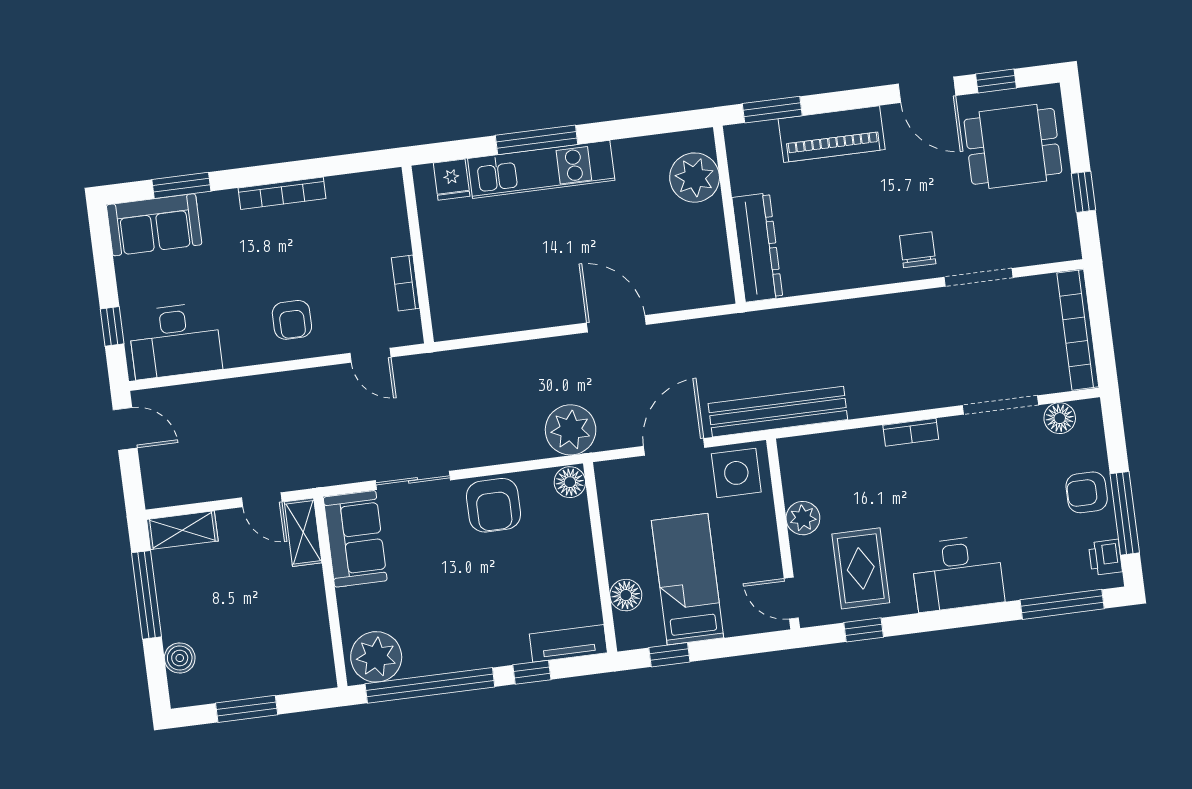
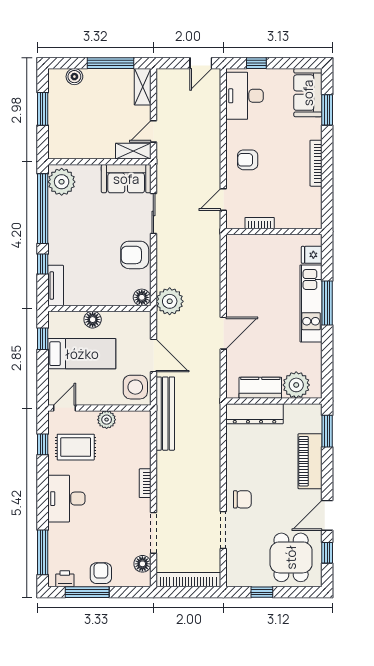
kitchen counter: (708, 243) -> (260, 388), added
floor lamp: (626, 595) -> (93, 320), moved

